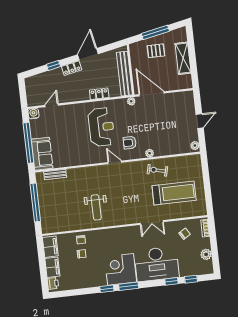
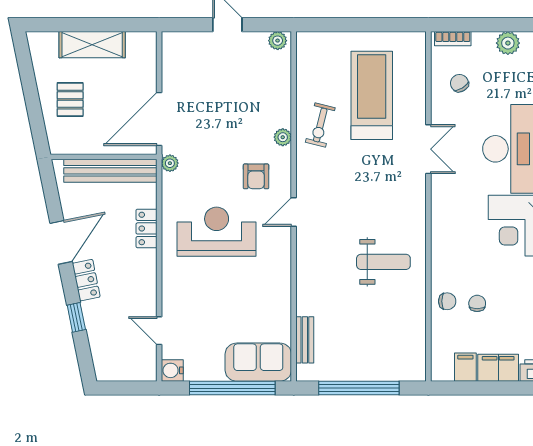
window: (155, 32) -> (31, 96), removed
door: (88, 54) -> (61, 242), swing flipped
filing cabinet: (50, 247) -> (465, 367), width x0.50

